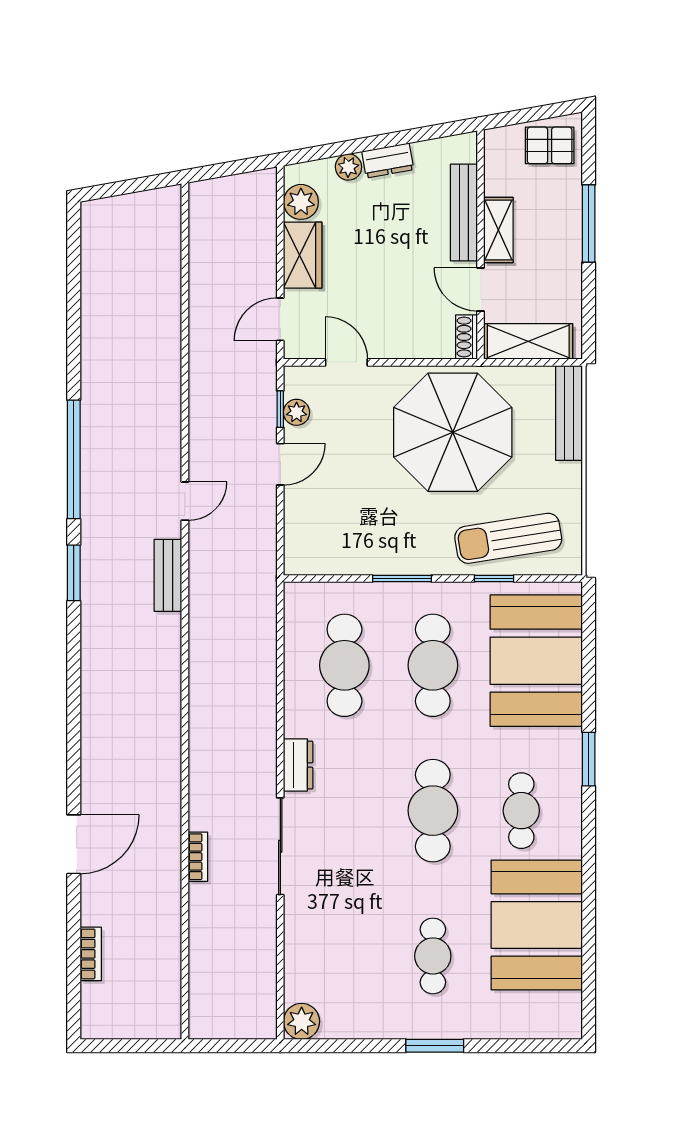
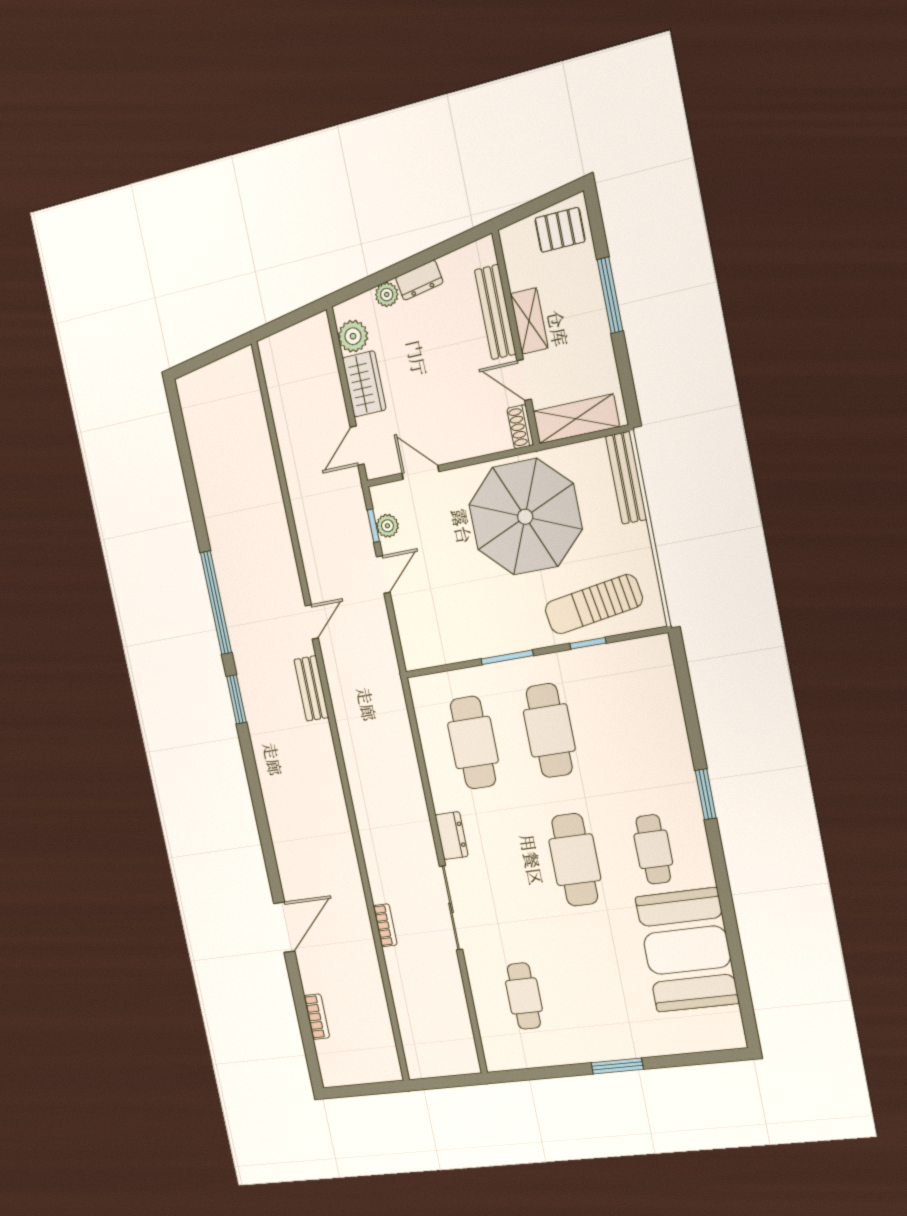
booth: (536, 661) -> (640, 712), removed
cafe table: (433, 956) -> (524, 996), moved
plant: (302, 1021) -> (499, 1056), removed

